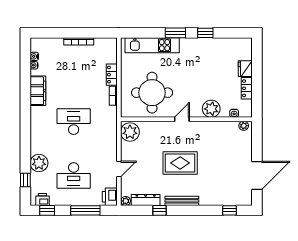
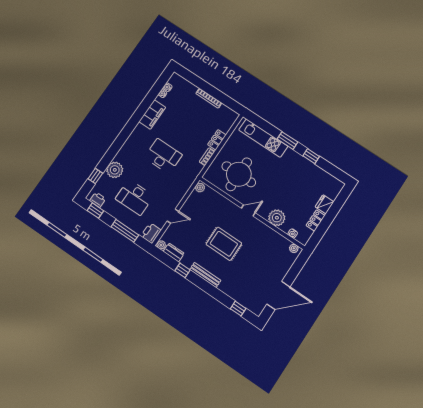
plant: (130, 132) -> (200, 188), width x0.53, depth x0.53
dresser: (146, 200) -> (174, 252), width x0.70

